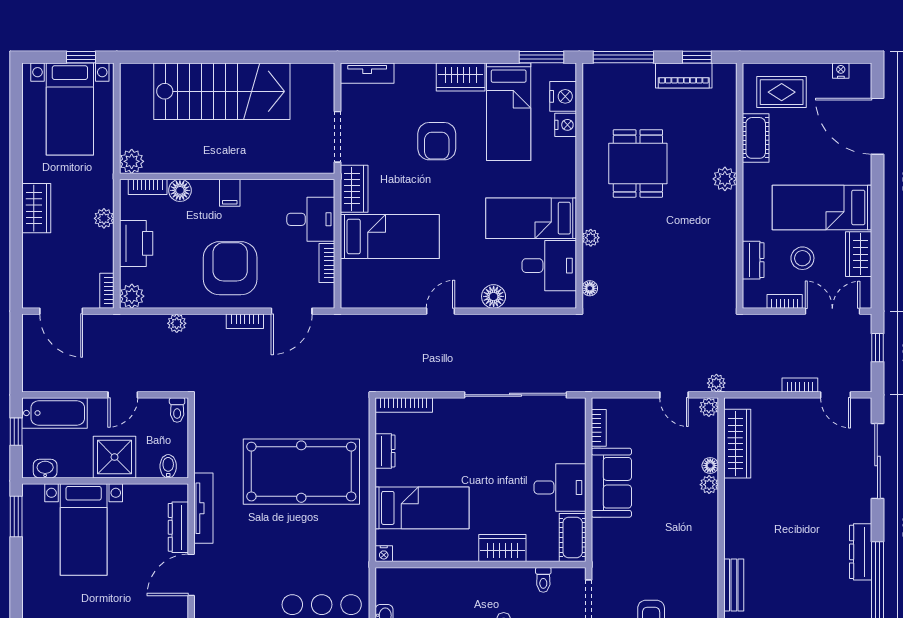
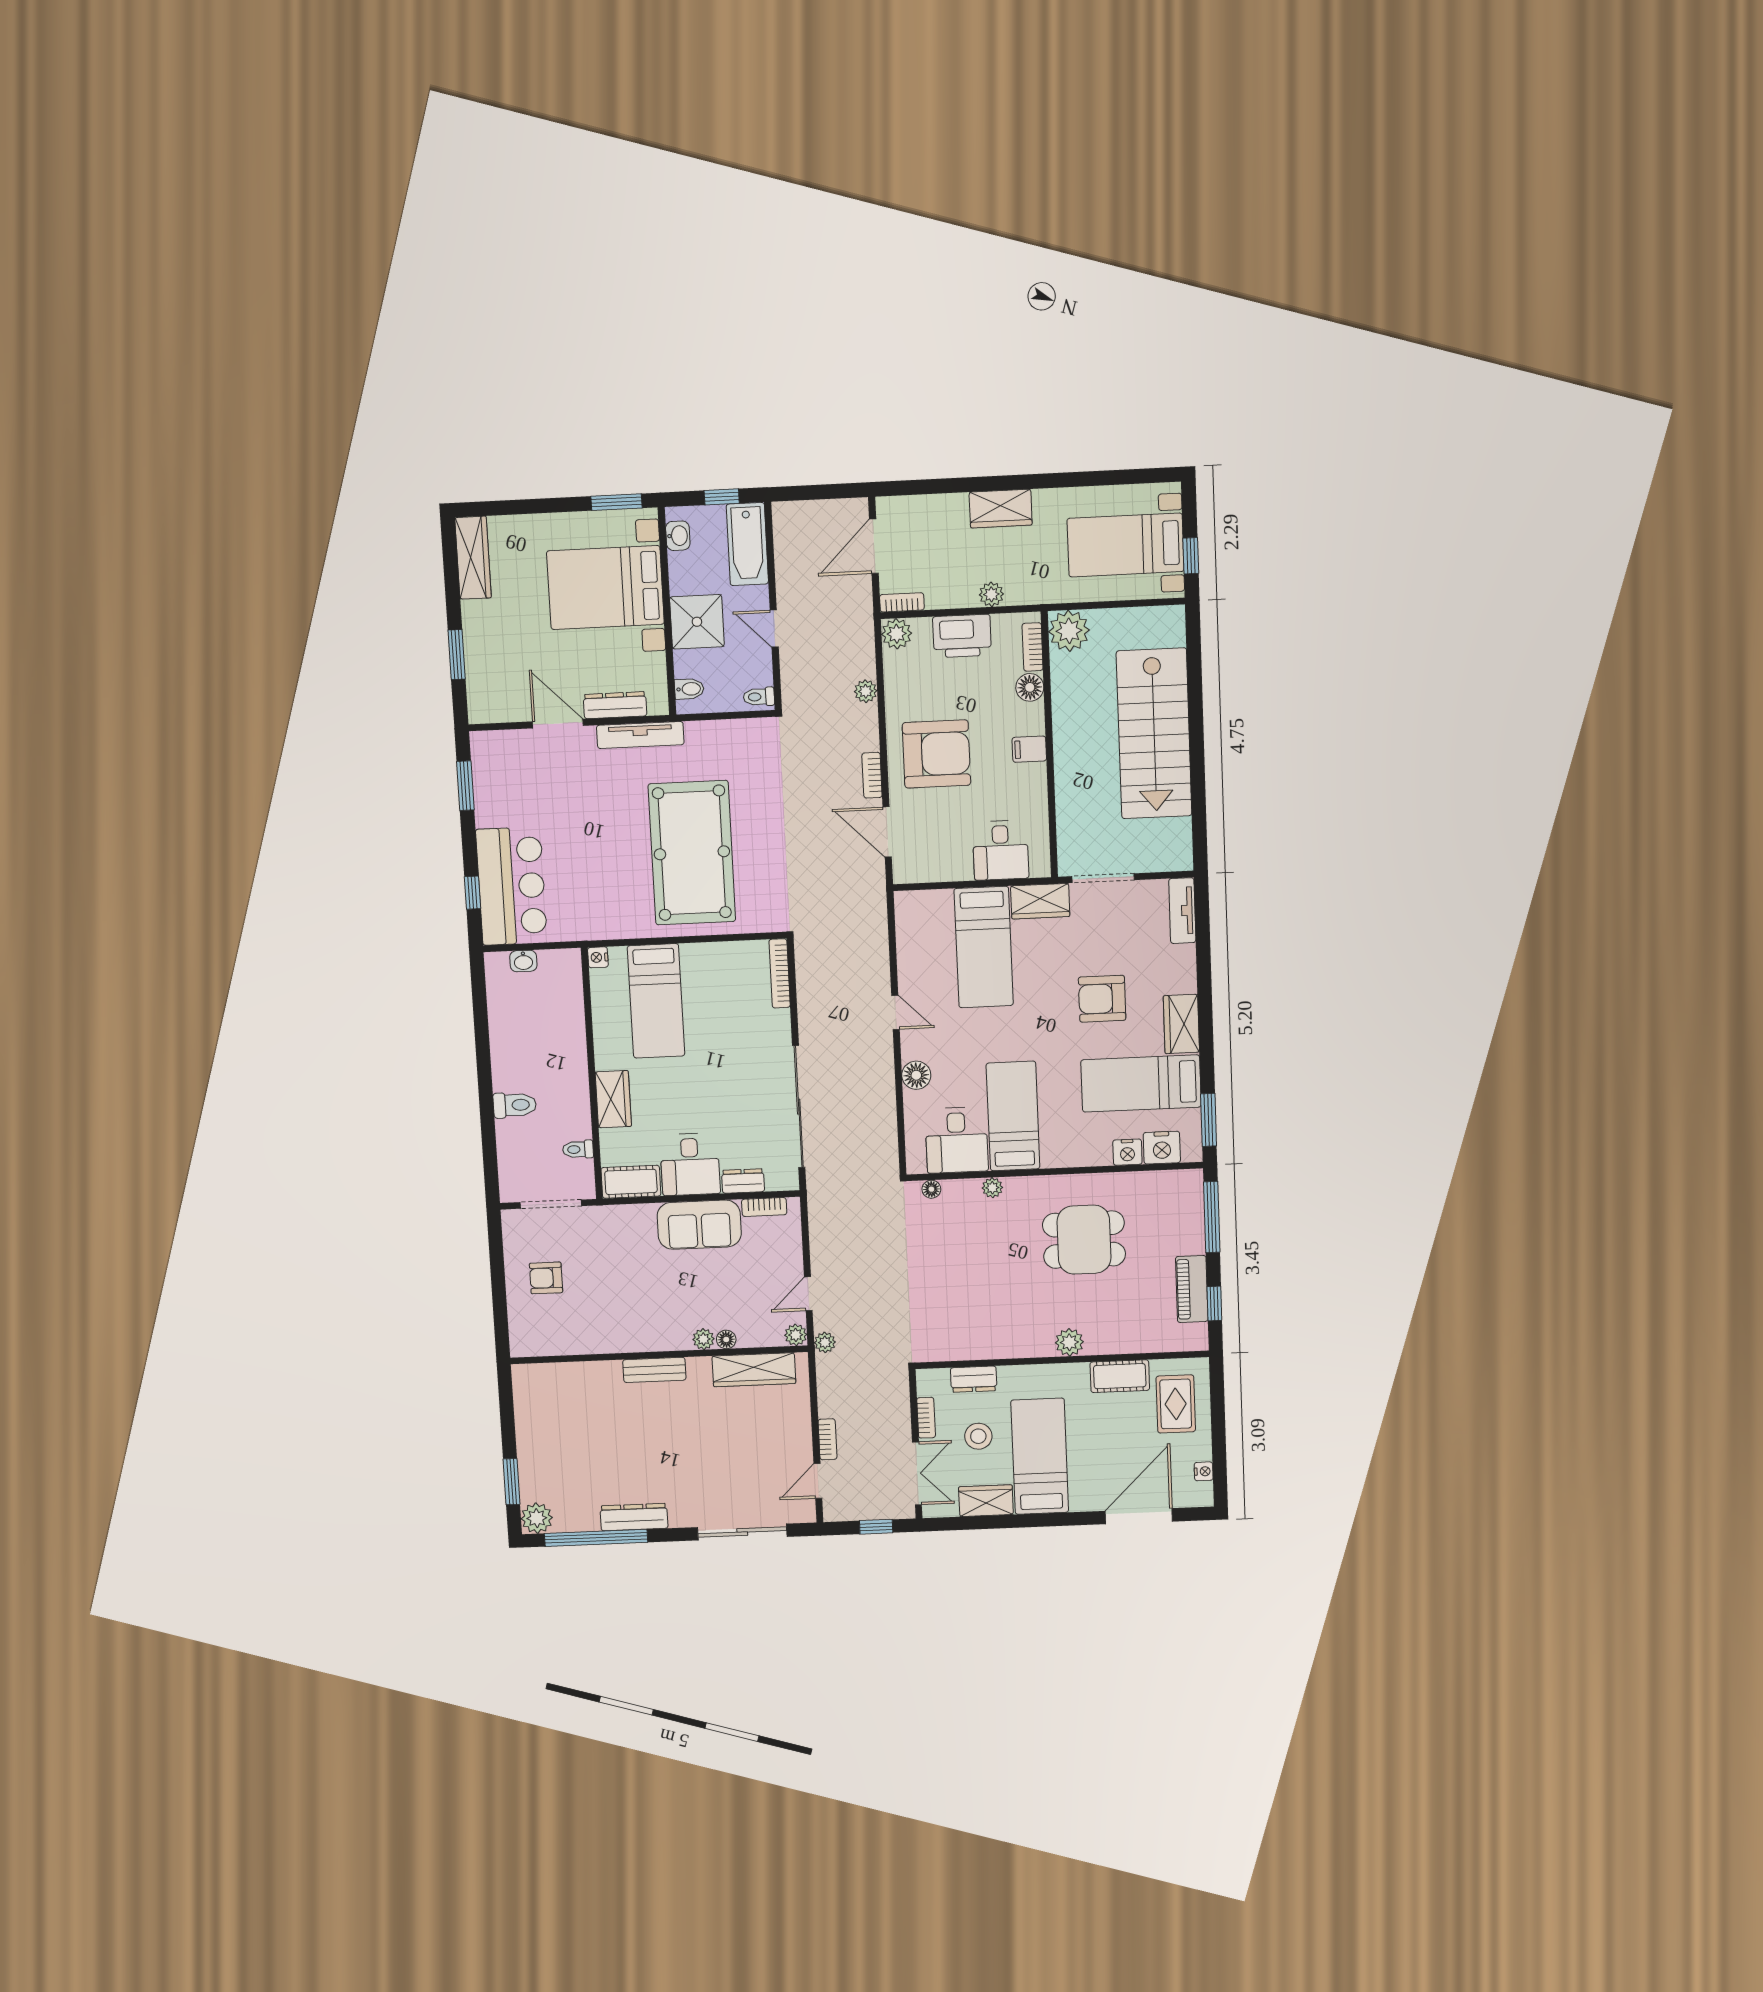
plant: (132, 161) -> (1069, 631), width x1.36, depth x1.36
bookcase: (327, 263) -> (948, 872), removed
dresser: (385, 451) -> (743, 1181), moved, turned 180
bed with nightstands: (84, 530) -> (605, 588), width x1.36
bench: (734, 585) -> (654, 1370), moved

